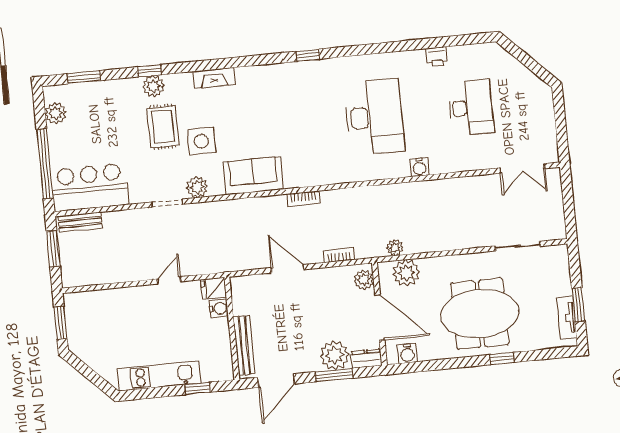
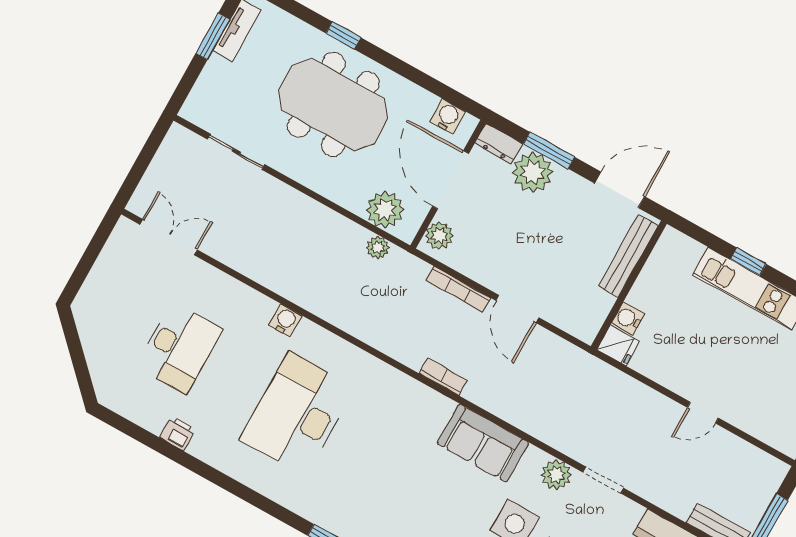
desk: (471, 108) -> (179, 348), turned 180
bookcase: (339, 255) -> (458, 289), width x1.56
door: (169, 280) -> (703, 413), moved
window: (198, 388) -> (748, 262), moved

